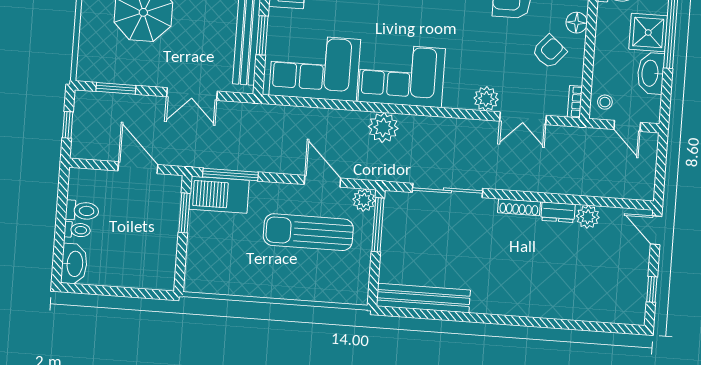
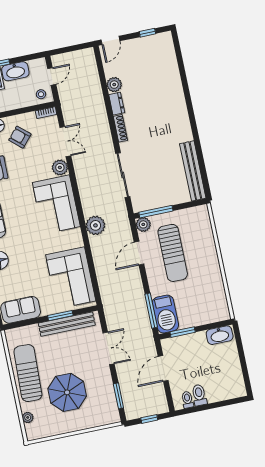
corner sofa: (402, 75) -> (56, 205), moved
toilet: (77, 230) -> (187, 400), moved
washbasin: (74, 264) -> (220, 335), moved, turned 180

